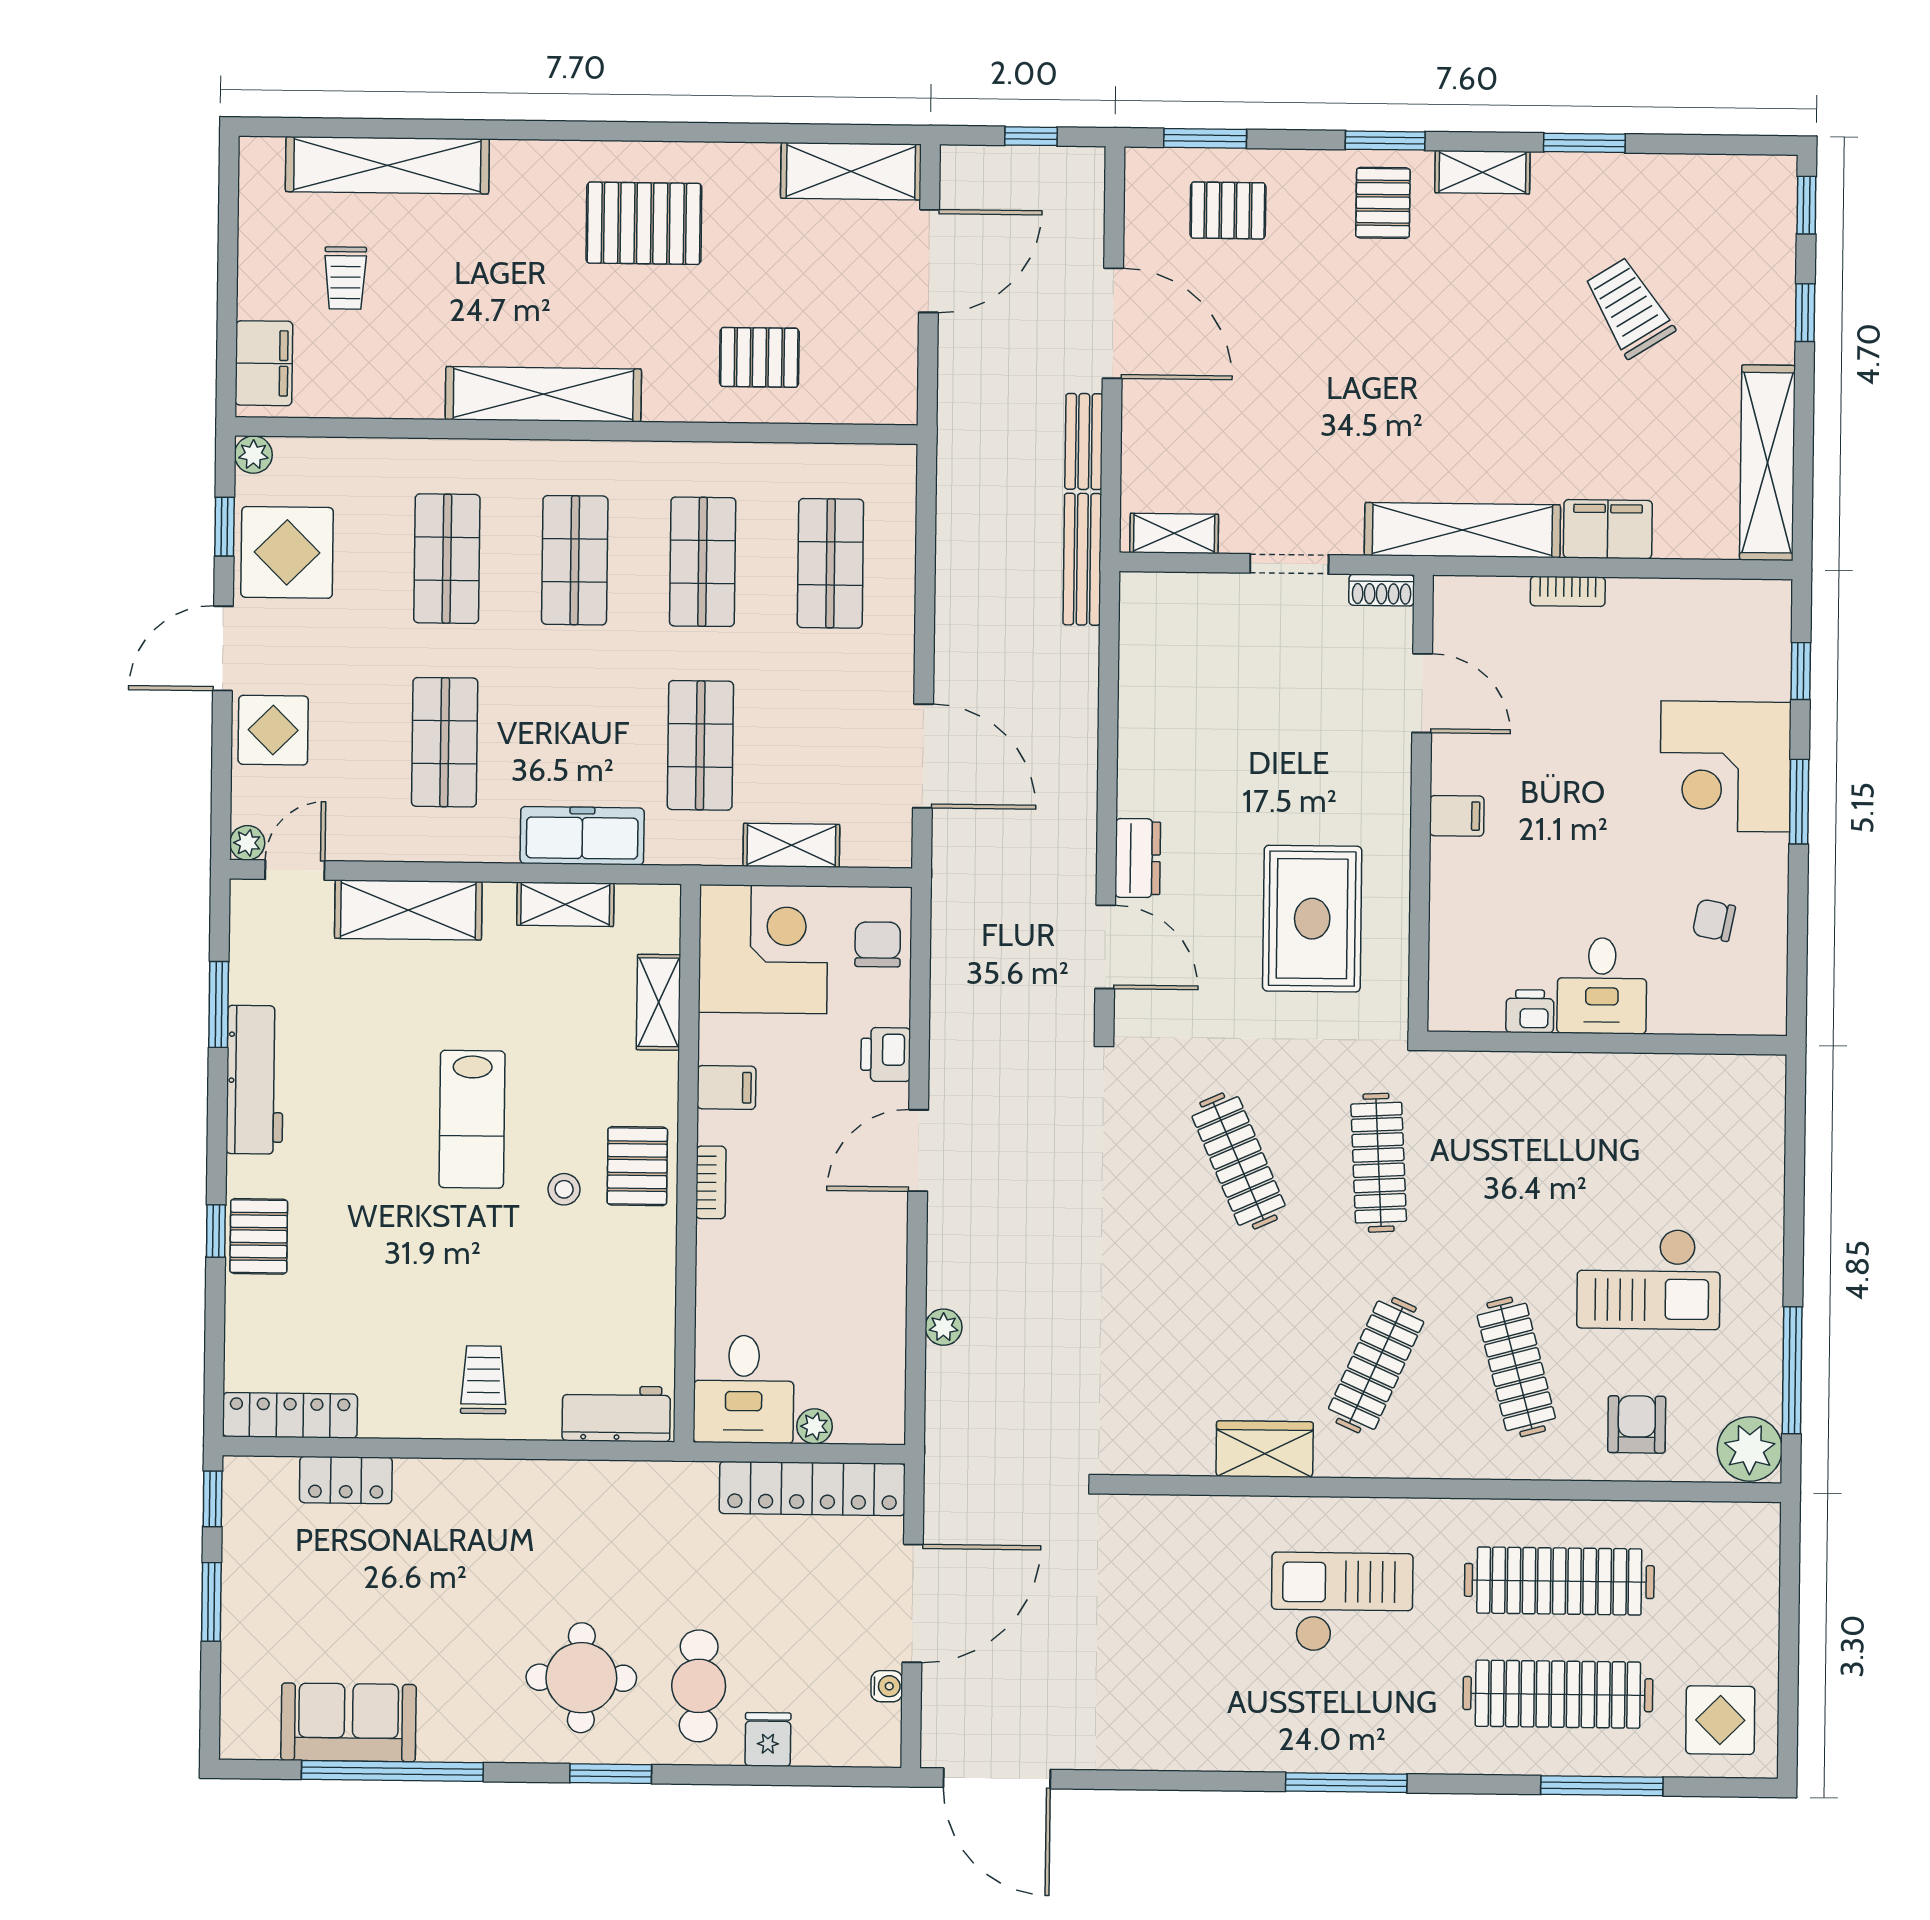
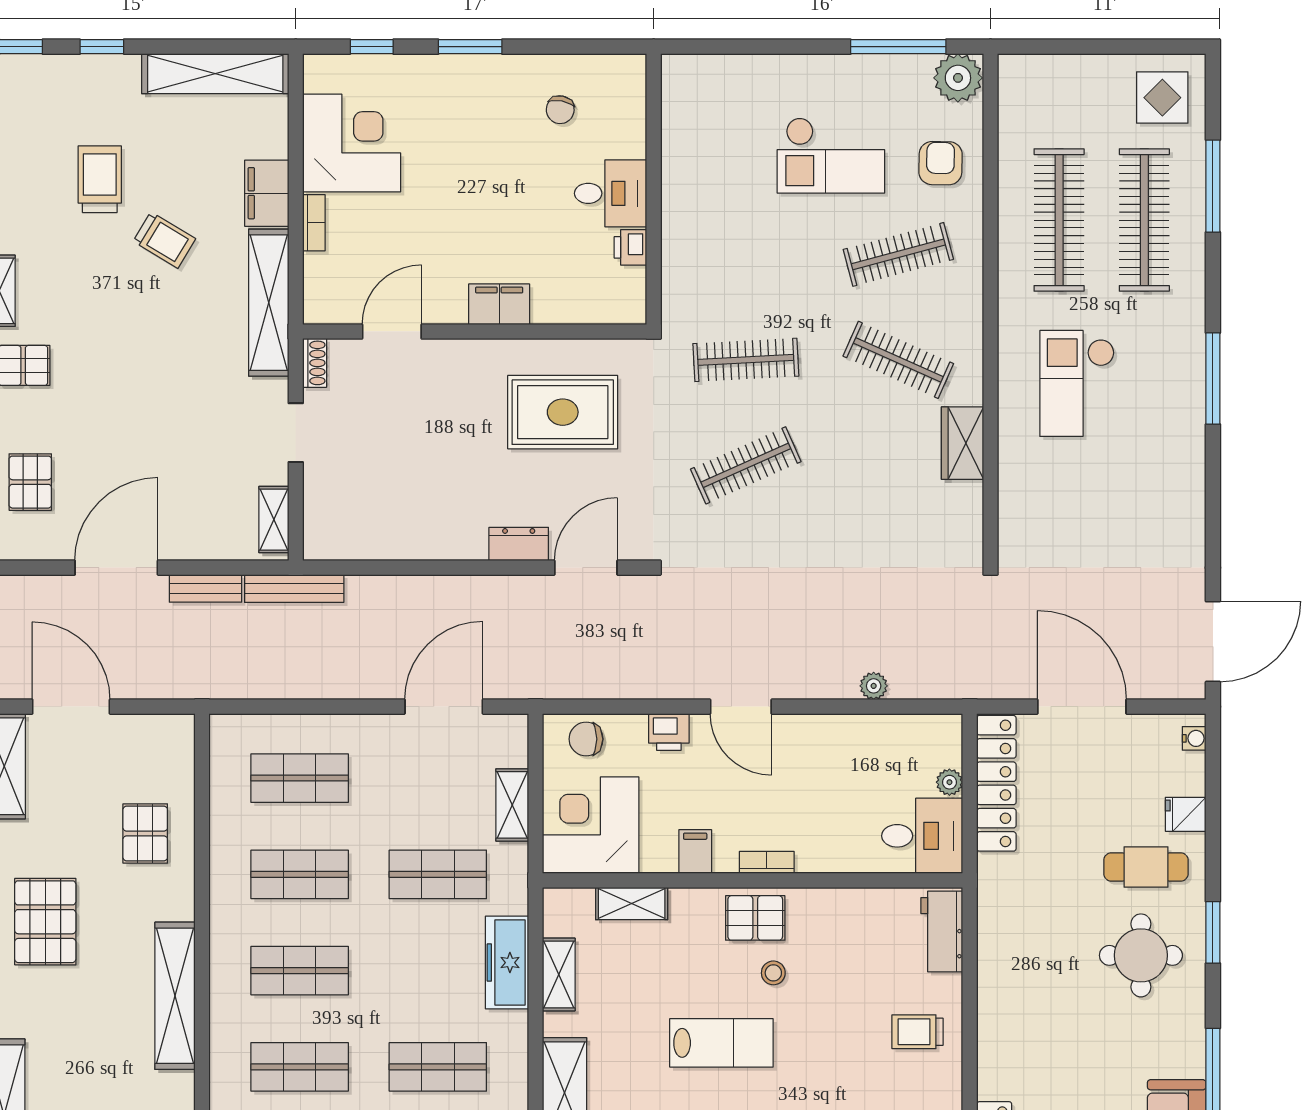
trolley: (1629, 308) -> (100, 179), turned 122
trolley: (1547, 392) -> (164, 240), added
corner desk: (1725, 766) -> (352, 143), moved, turned -90
filing cabinet: (1457, 816) -> (499, 304), width x2.00
checkout: (1649, 1279) -> (831, 156), turned 90
armchair: (1637, 1424) -> (940, 163), turned 91
water cooler: (887, 1686) -> (1194, 738), moved, turned 90

